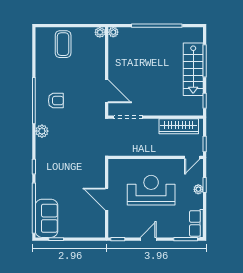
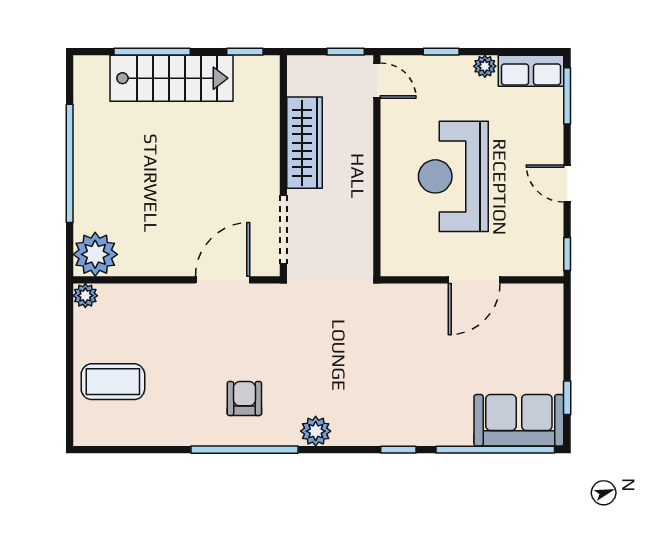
plant: (113, 32) -> (95, 254), width x1.87, depth x1.87
wardrobe: (179, 126) -> (305, 143), moved
plant: (198, 189) -> (485, 66), moved

